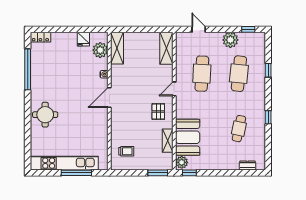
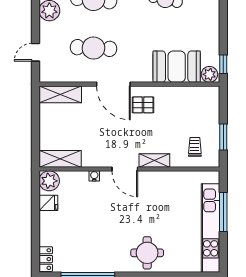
plant: (100, 50) -> (49, 181), moved
door: (174, 89) -> (113, 84), width x1.87
shelving: (168, 141) -> (154, 160), moved
window: (158, 173) -> (223, 137), moved

